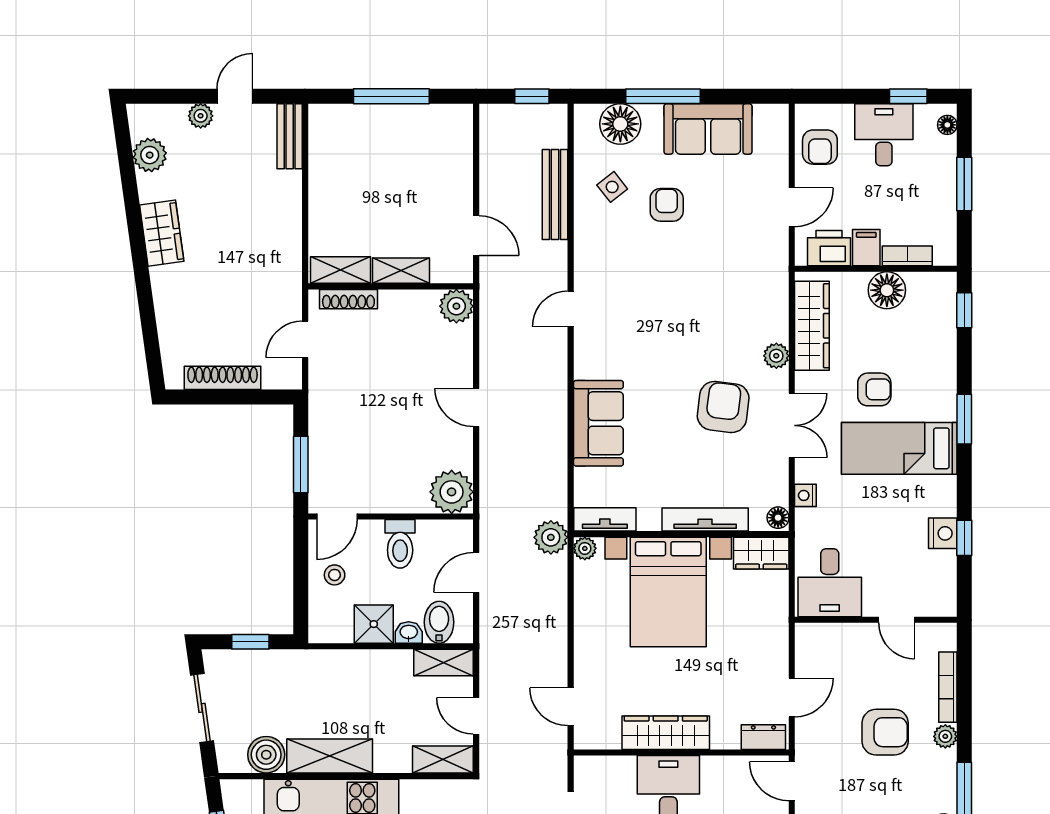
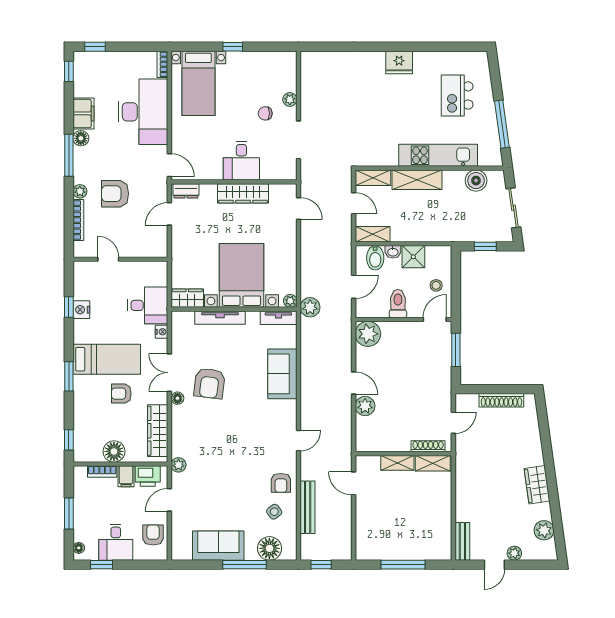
armchair: (667, 205) -> (281, 483), moved
plant: (456, 306) -> (365, 406), moved
plant: (776, 356) -> (179, 465), moved
floor lamp: (778, 518) -> (177, 398), moved
desk: (830, 583) -> (148, 305), moved, turned 90
shelving: (330, 756) -> (417, 180), moved

